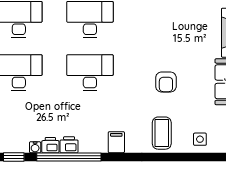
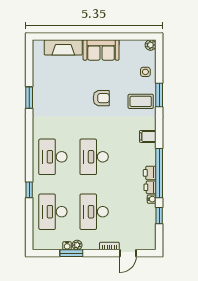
window: (170, 157) -> (159, 95), added

